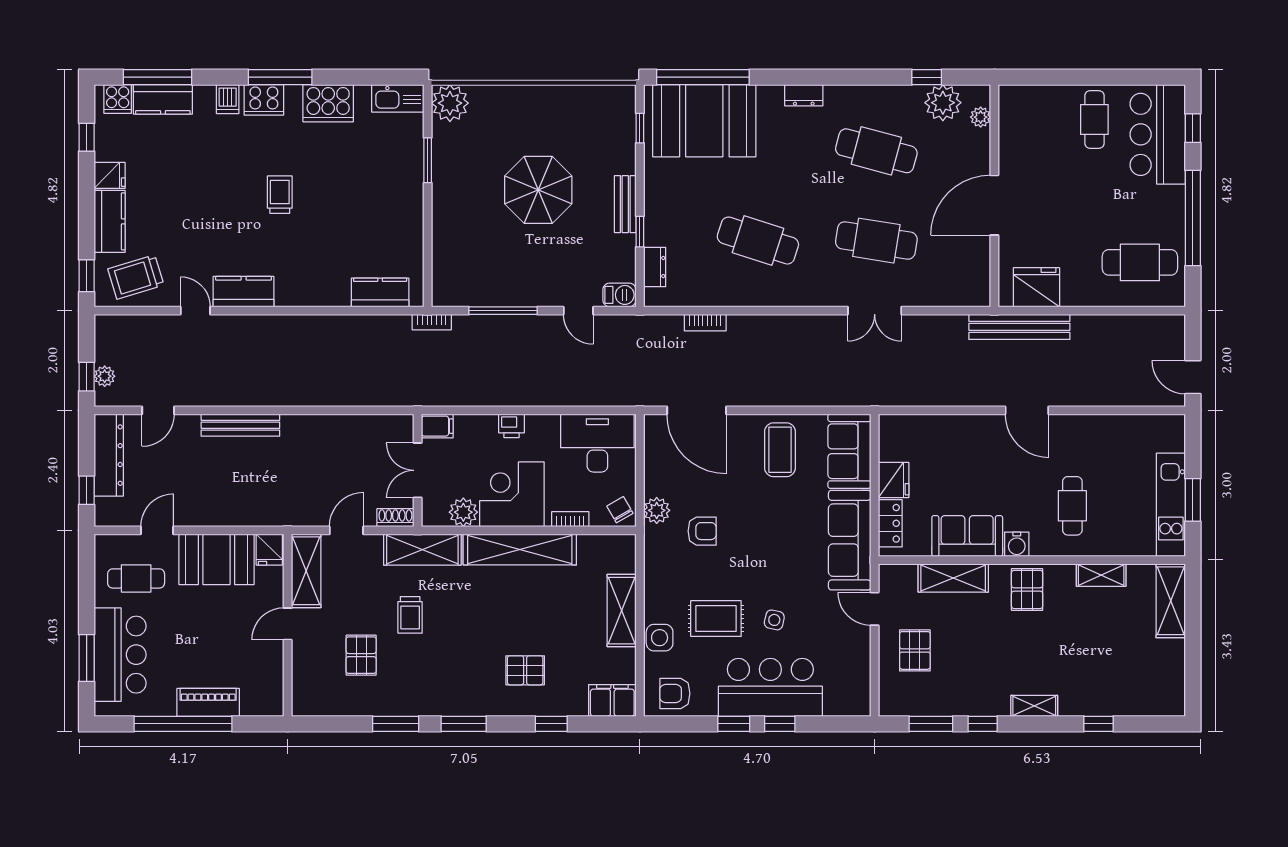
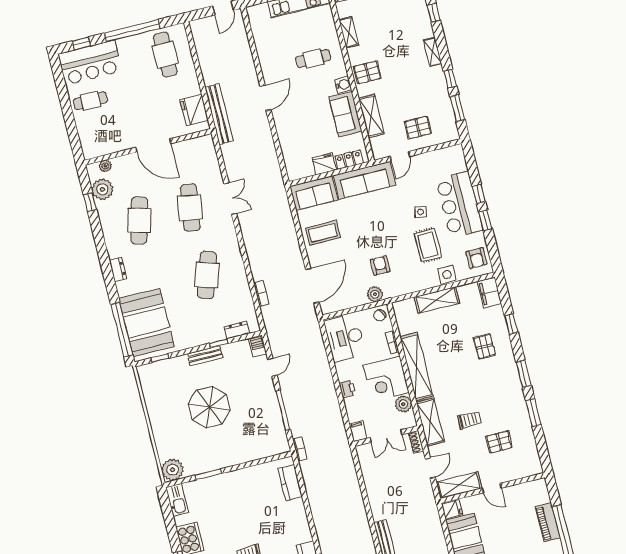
door: (346, 530) -> (430, 468), swing flipped

